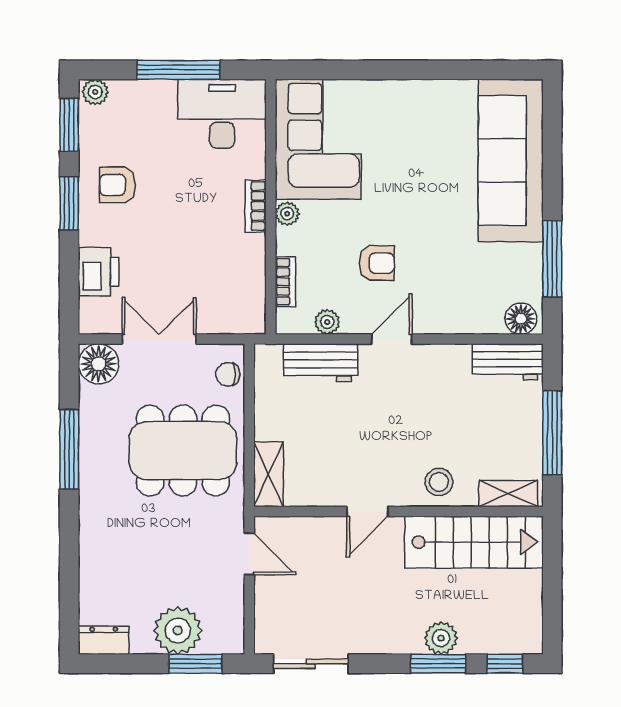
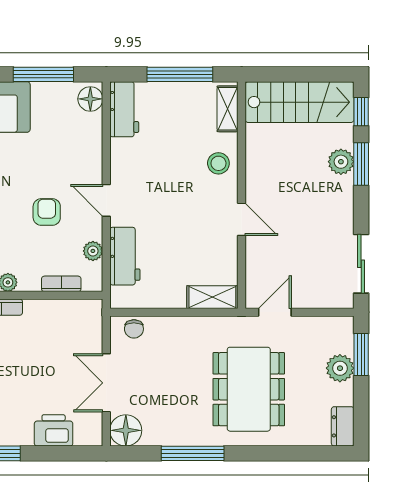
dining table: (183, 451) -> (249, 389), moved
stairs: (474, 542) -> (300, 102), moved, turned 90
plant: (178, 630) -> (340, 368), width x0.73, depth x0.73

